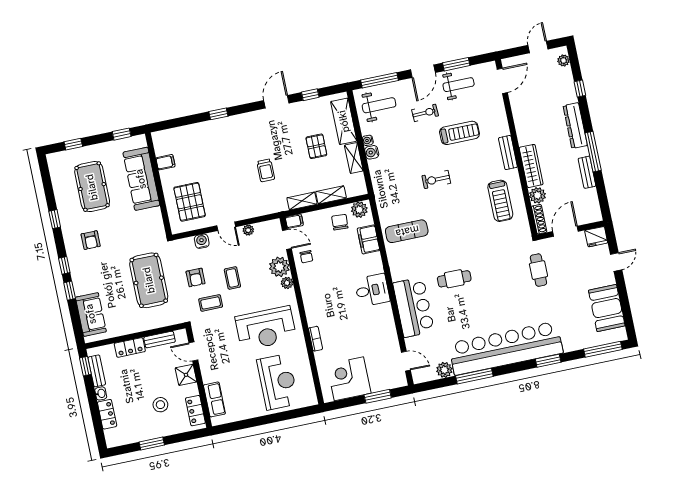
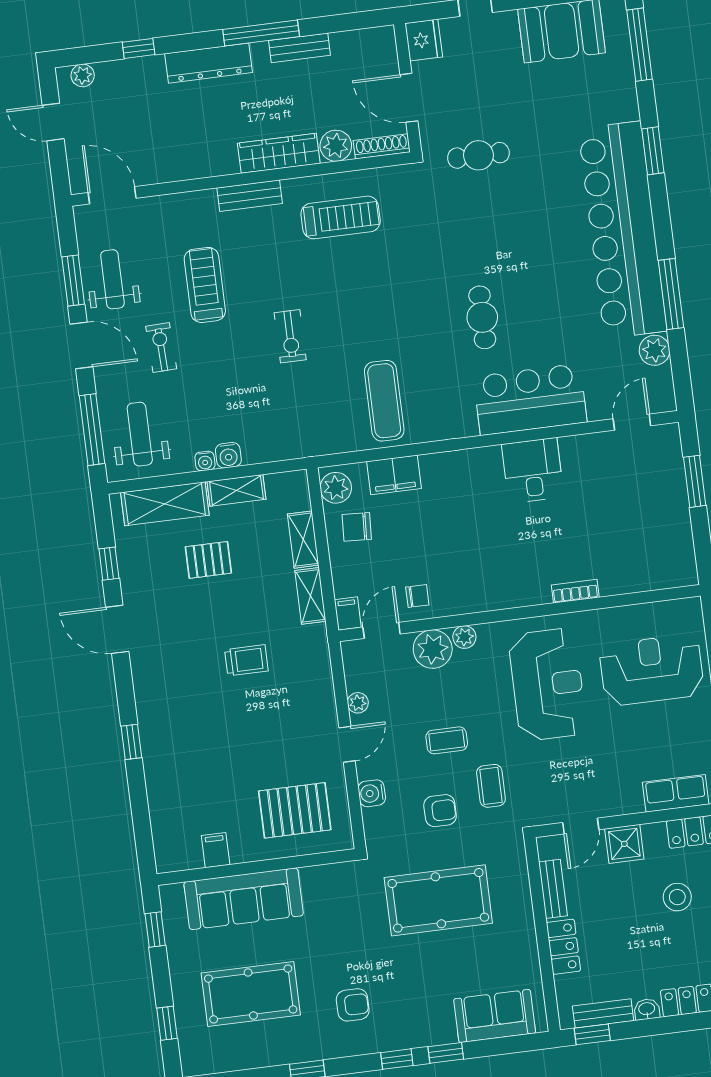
desk: (372, 290) -> (533, 470), moved
corner desk: (349, 379) -> (657, 534), removed

